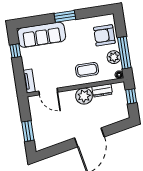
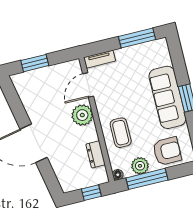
sofa: (41, 35) -> (167, 97), moved
armchair: (104, 35) -> (167, 151), turned 90
window: (15, 51) -> (137, 38), width x2.17
plant: (84, 96) -> (82, 115), moved

